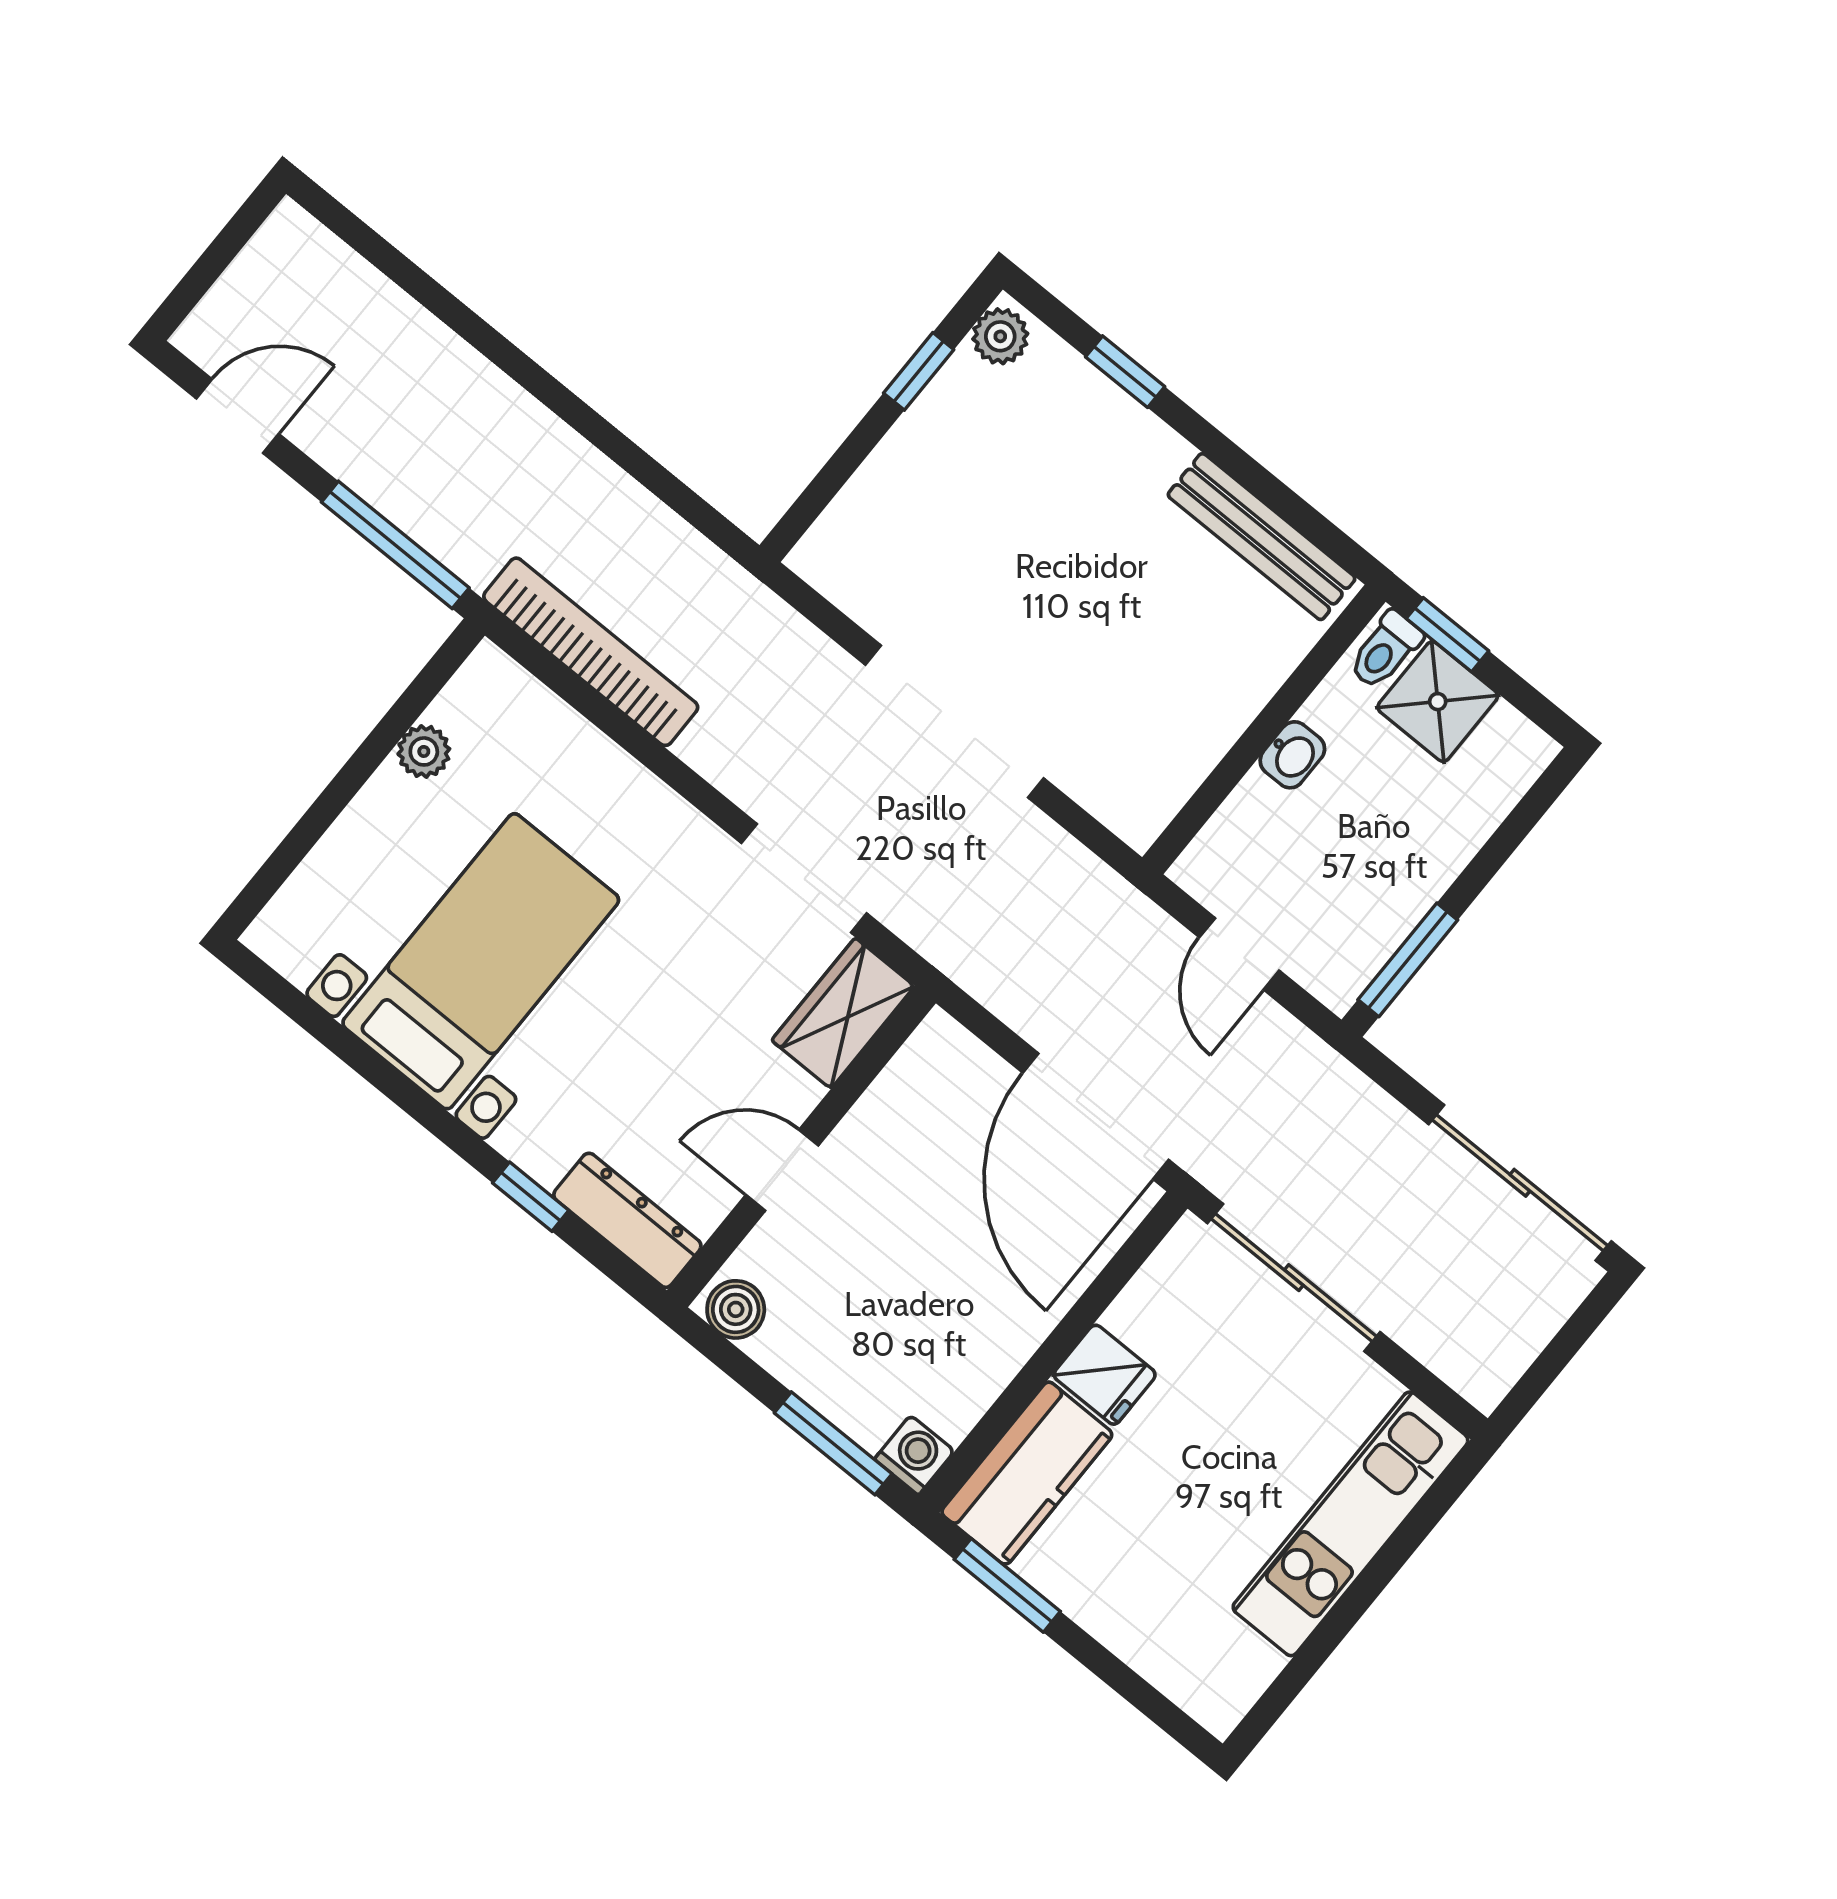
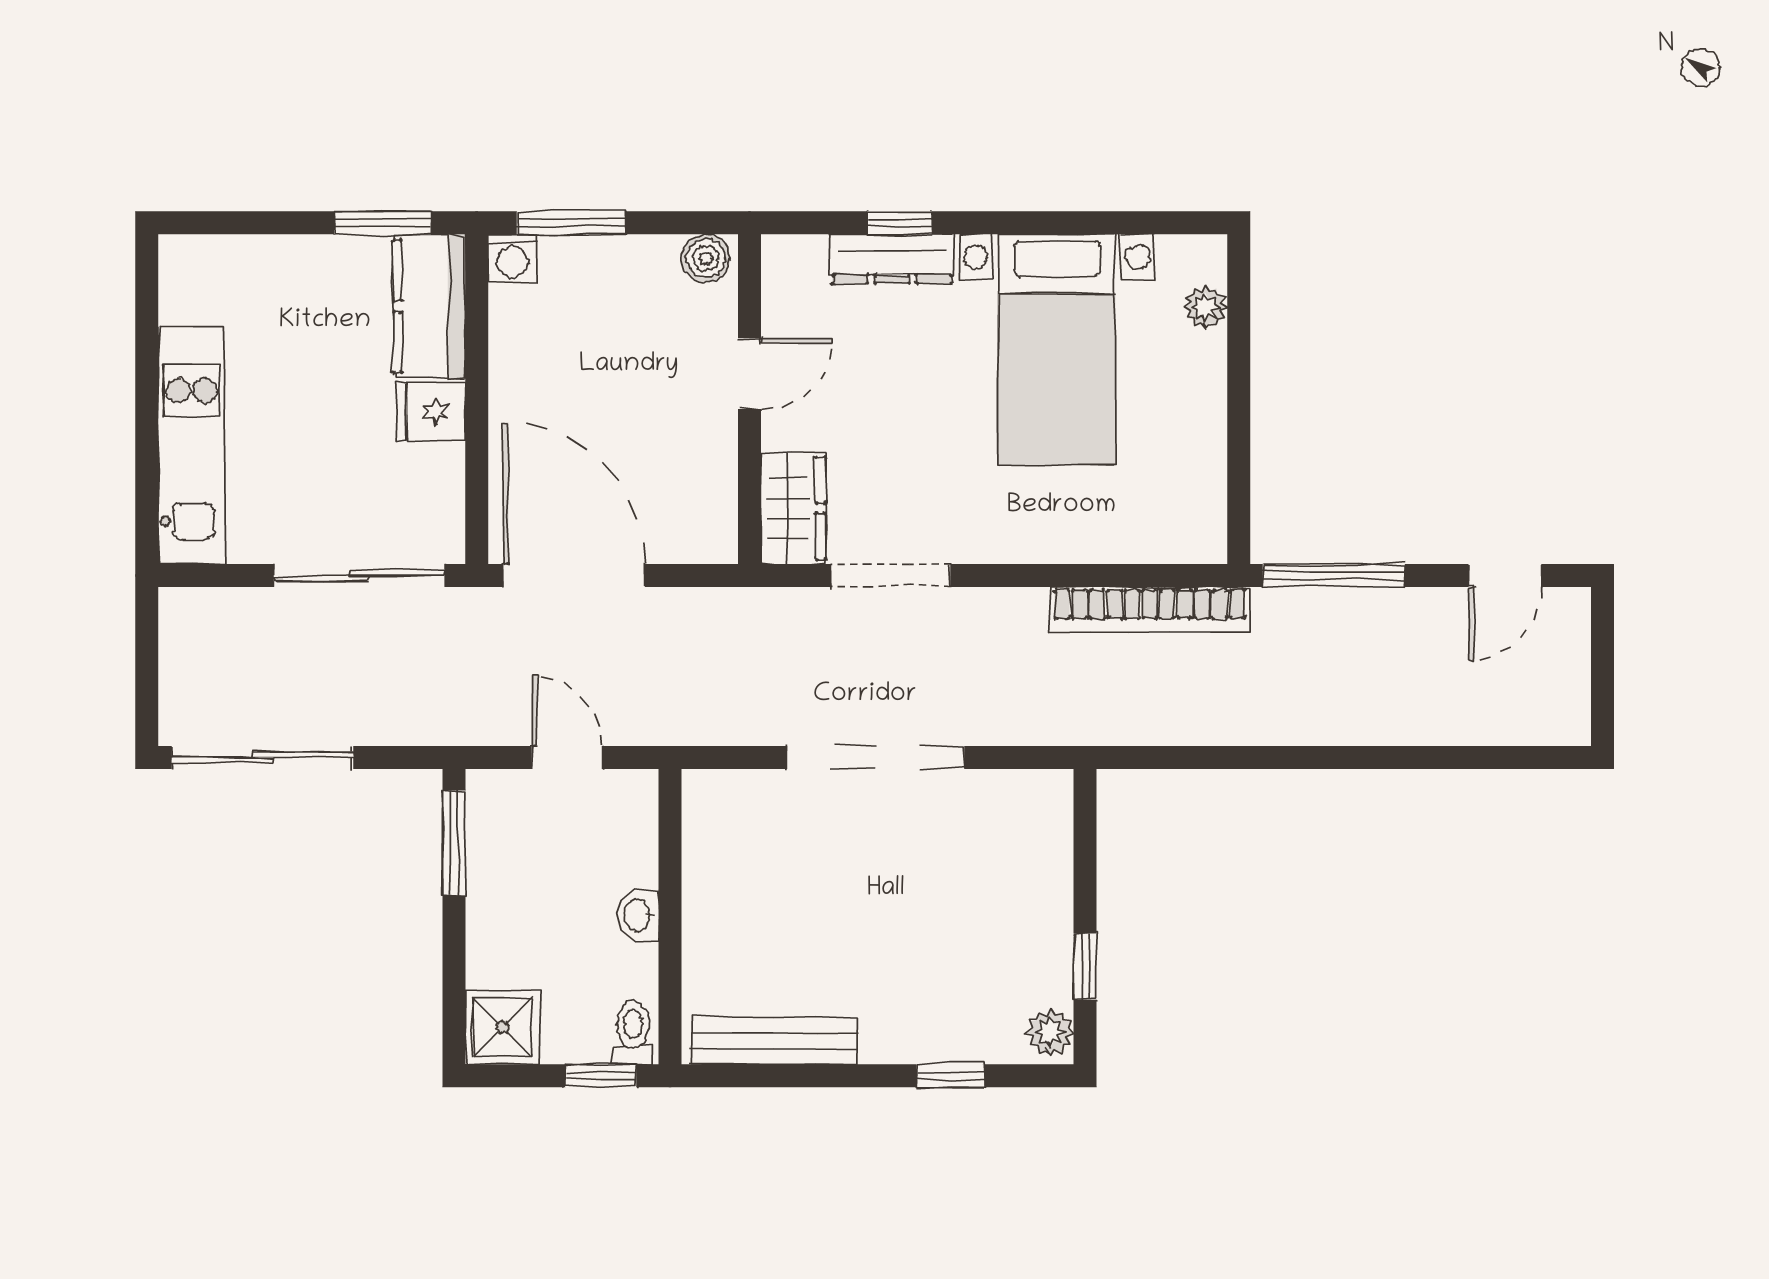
shower: (1438, 702) -> (503, 1027), moved
plant: (424, 751) -> (1205, 307), moved
dresser: (627, 1220) -> (892, 259), moved

